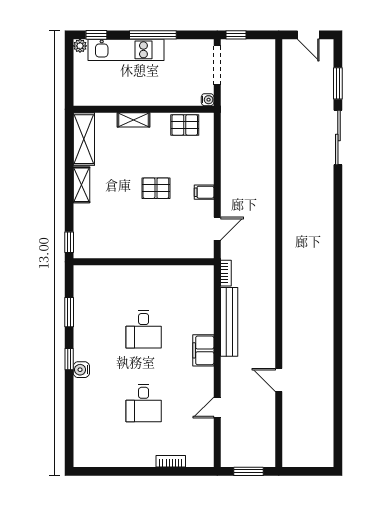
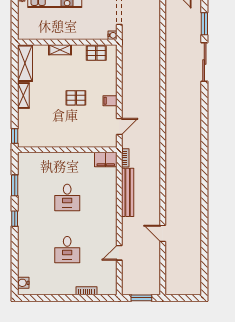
filing cabinet: (203, 350) -> (106, 160), moved, turned -90
water cooler: (81, 370) -> (23, 283), moved

